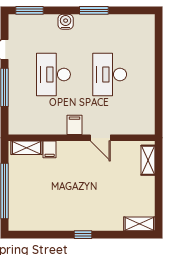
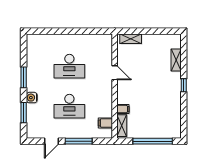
window: (30, 10) -> (24, 113), moved
filing cabinet: (74, 125) -> (105, 123), moved
door: (100, 138) -> (115, 73), hinge flipped
shelving: (139, 224) -> (176, 60), moved

